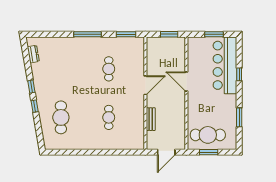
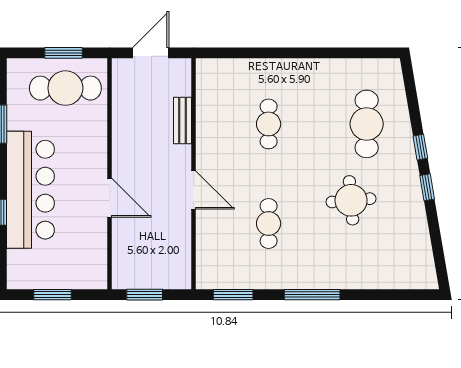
dresser: (33, 54) -> (423, 254), removed
bar counter: (225, 65) -> (30, 190), moved
round table: (68, 80) -> (351, 200), added
door: (145, 85) -> (194, 190), swing flipped

